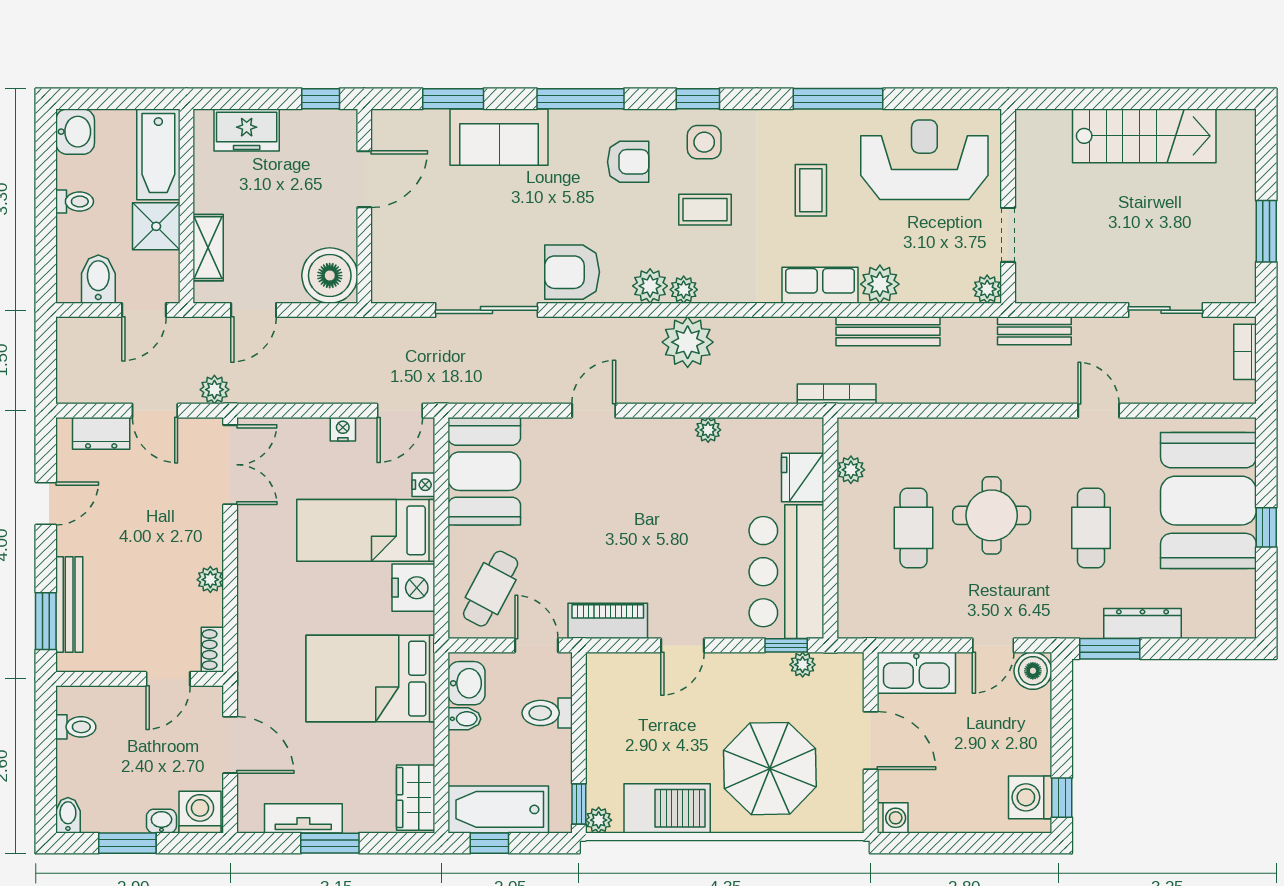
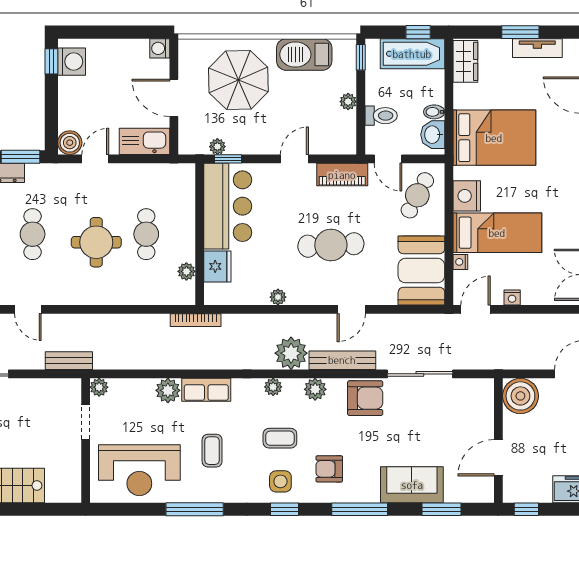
plant: (684, 290) -> (273, 387), moved
bench: (888, 331) -> (342, 360), moved
cafe table: (625, 511) -> (331, 245), added
plant: (599, 820) -> (348, 102), moved

